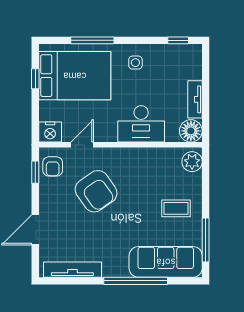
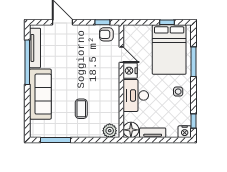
nightstand: (193, 53) -> (185, 132), added
nightstand: (50, 132) -> (130, 71), moved
armchair: (96, 191) -> (89, 64), removed
coffee table: (176, 208) -> (81, 109), moved
sofa: (166, 262) -> (40, 94), moved
window: (136, 281) -> (27, 62), moved

